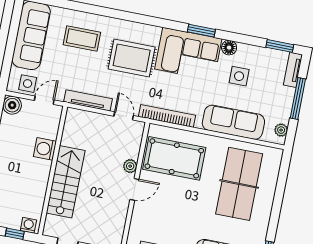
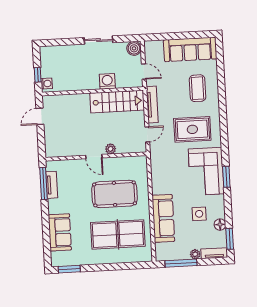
floor lamp: (229, 48) -> (220, 225), moved
rug: (132, 58) -> (192, 129), turned 90
side table: (28, 84) -> (153, 56), removed
window: (298, 99) -> (181, 263), moved
bookcase: (167, 116) -> (155, 167), removed
plant: (281, 130) -> (195, 254), moved
pool table: (174, 158) -> (115, 194), moved, turned 90
stairs: (66, 182) -> (117, 102), moved

